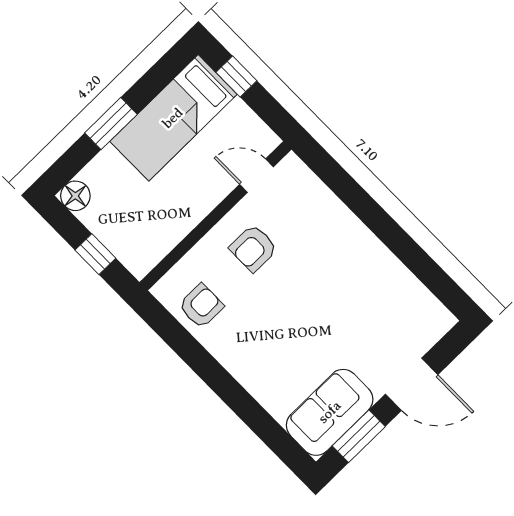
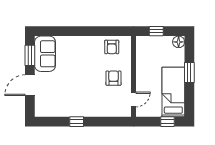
window: (395, 238) -> (77, 122), added

